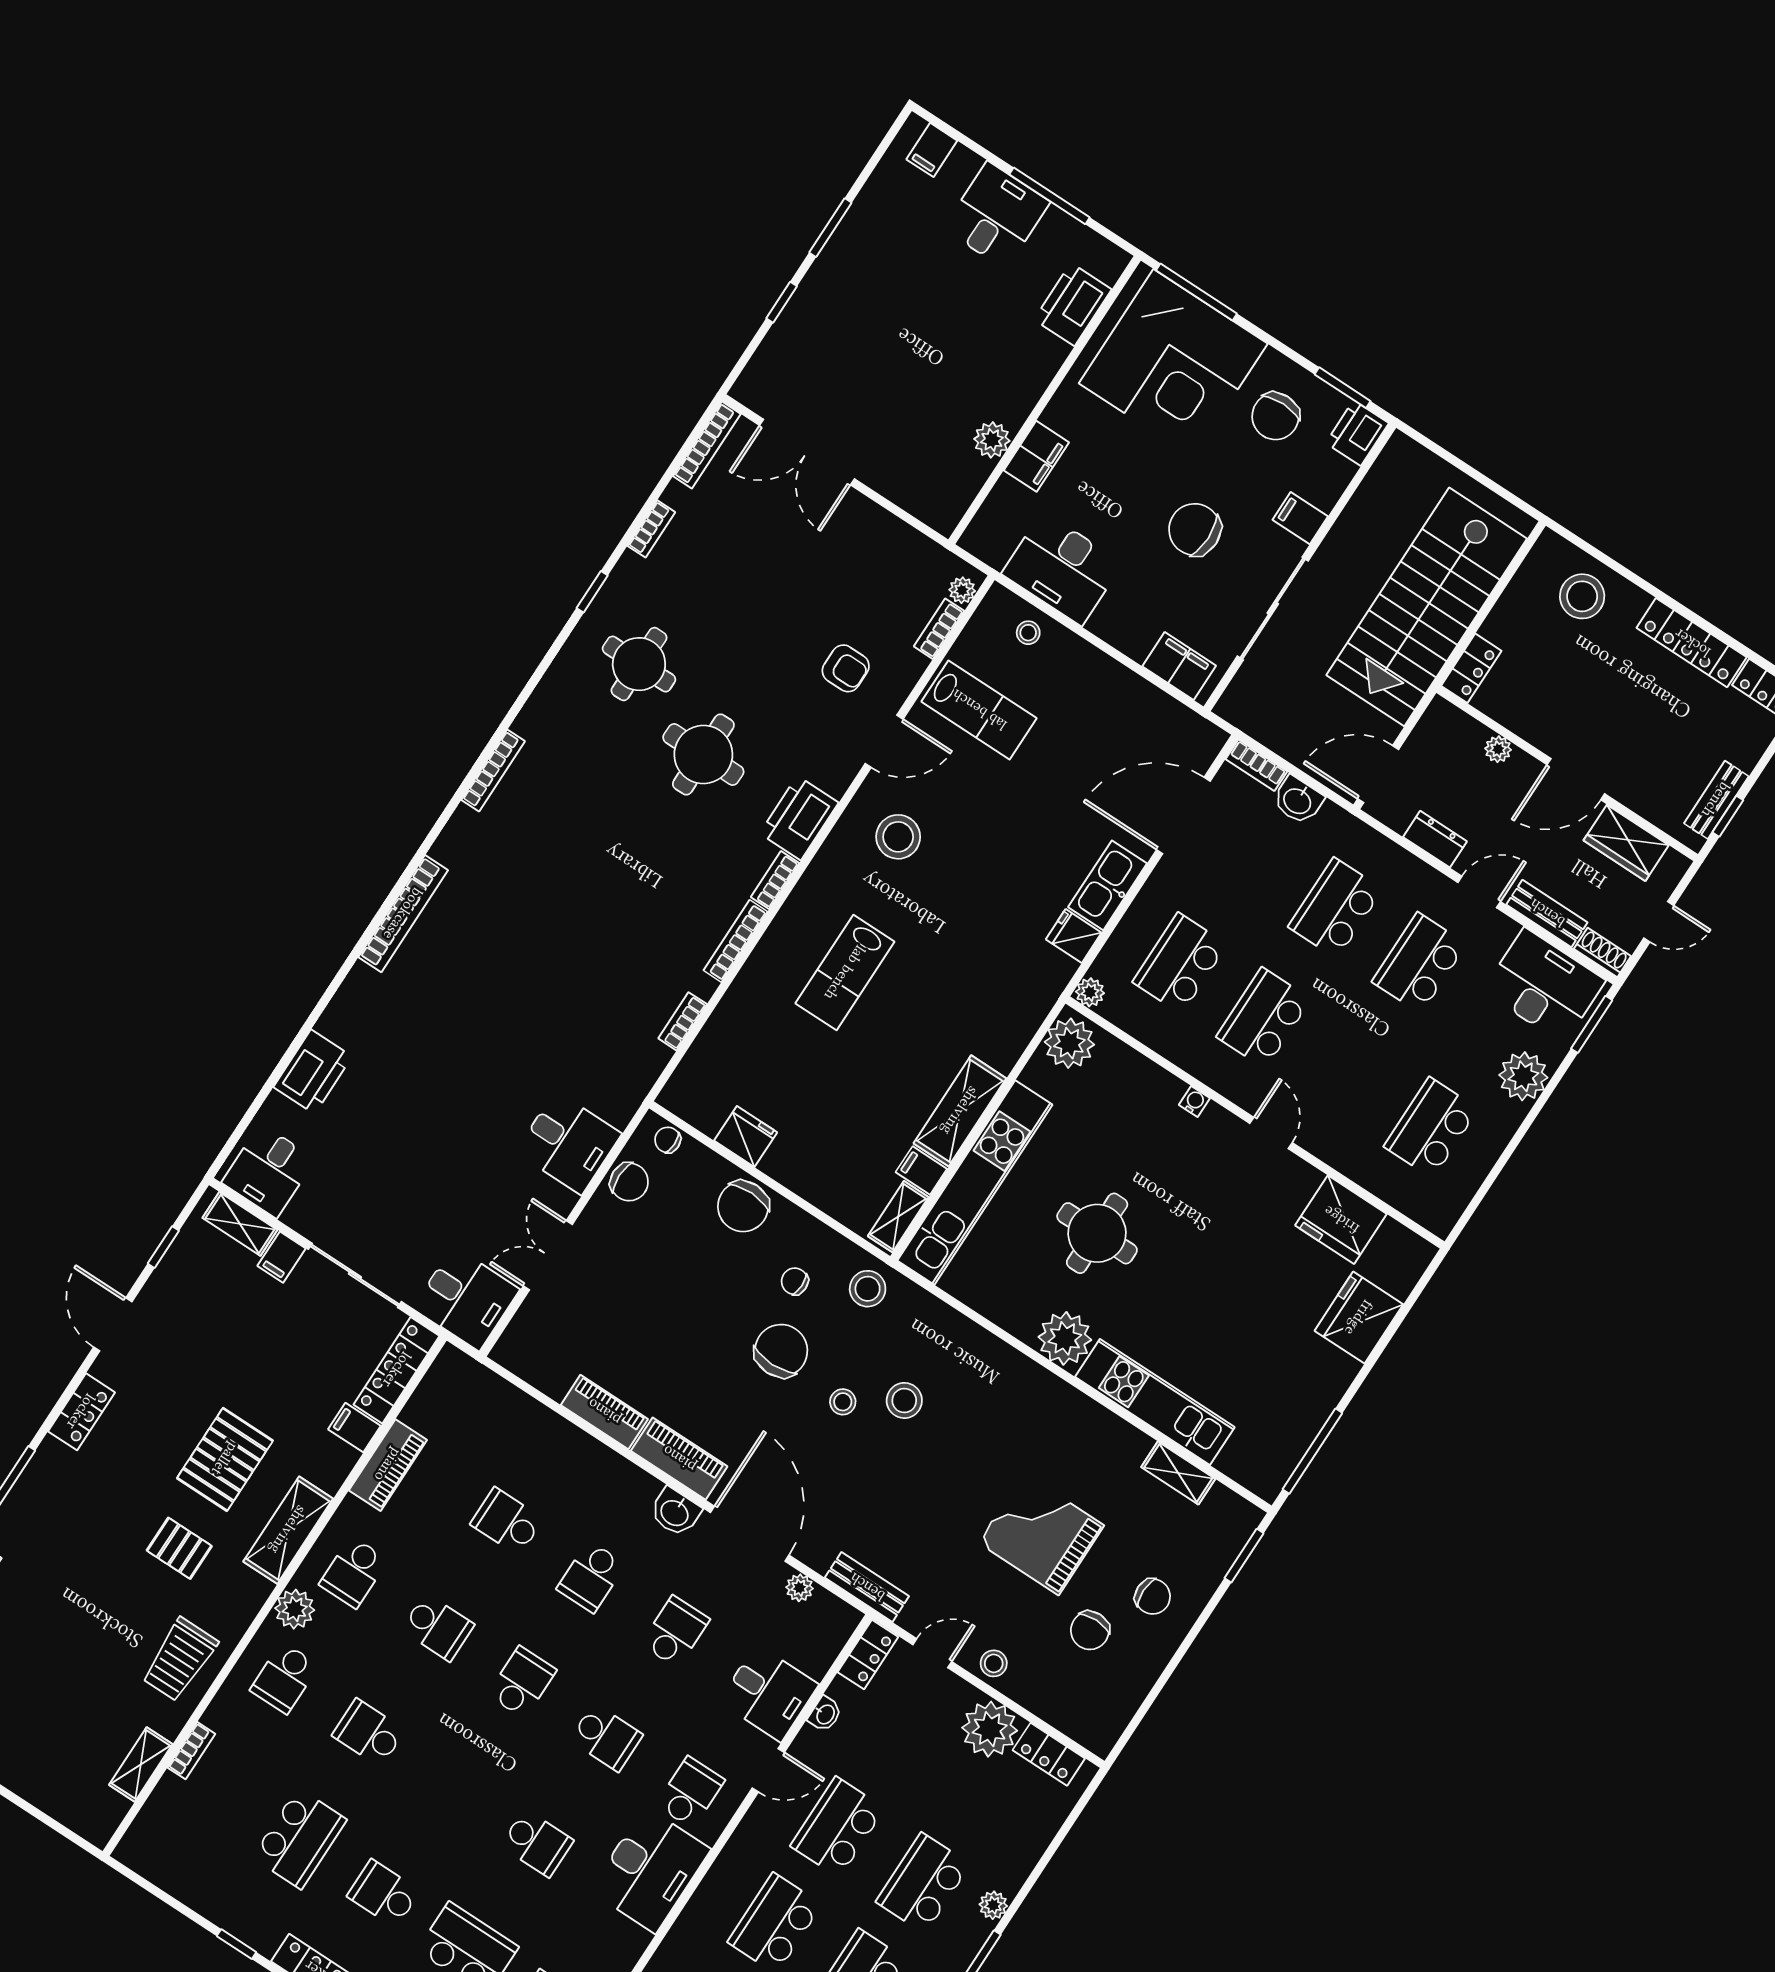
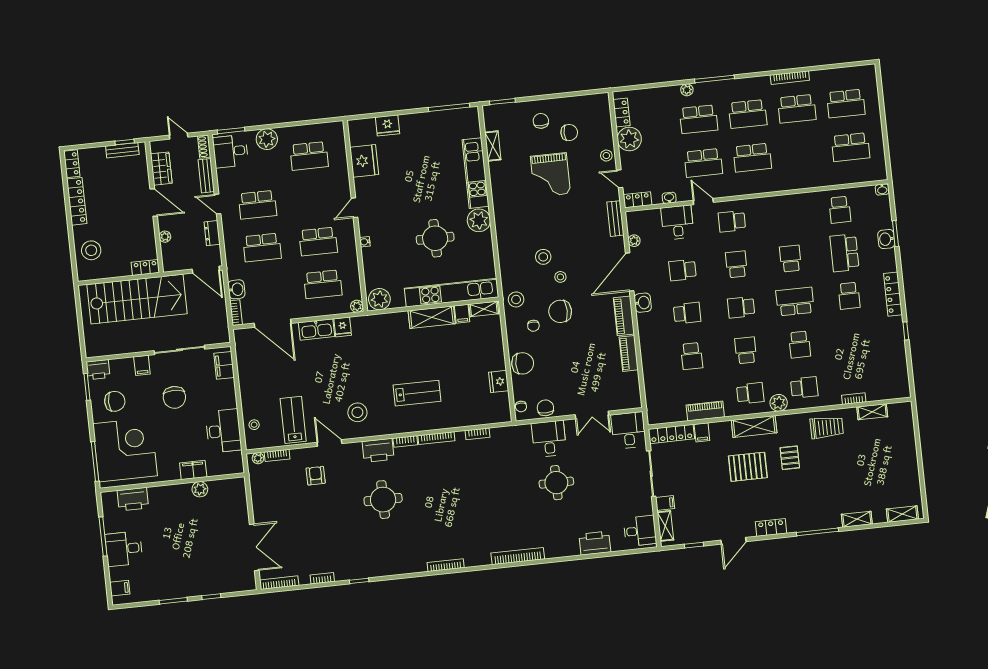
round table: (639, 664) -> (556, 483), moved
desk: (1544, 986) -> (230, 151), width x0.73
fridge: (1359, 1318) -> (387, 125), width x0.73, depth x0.75
school desk: (299, 1839) -> (795, 302), moved
desk: (650, 1870) -> (769, 214), removed

